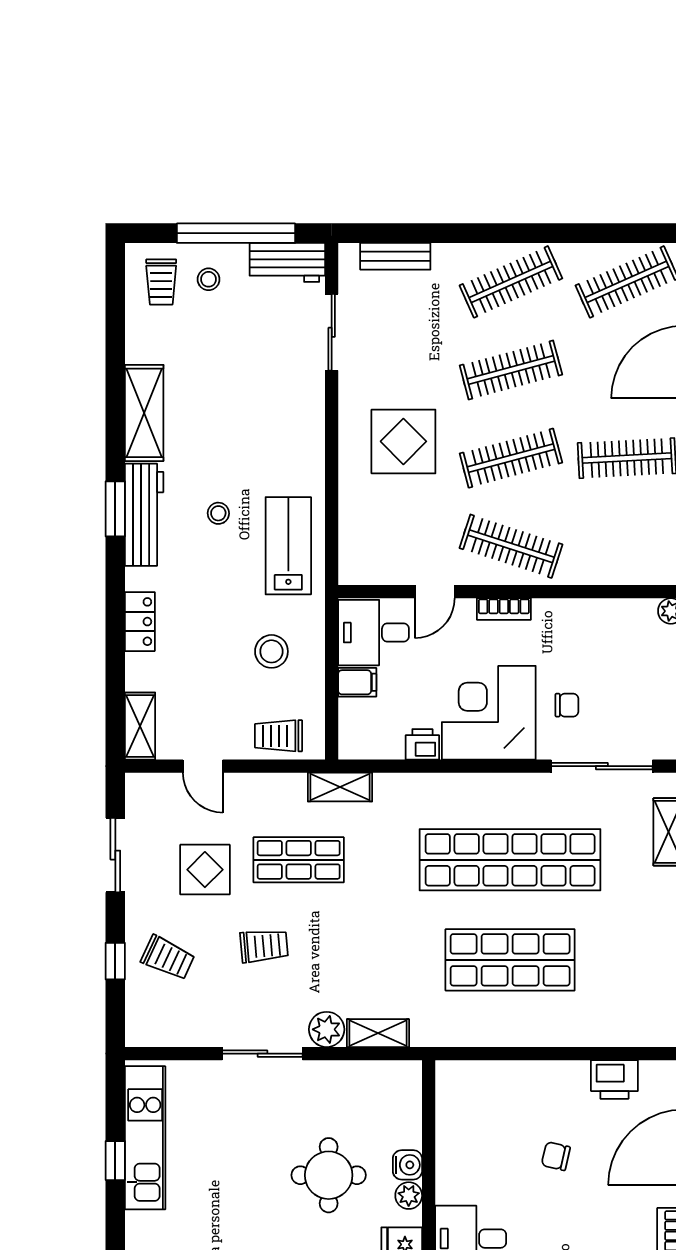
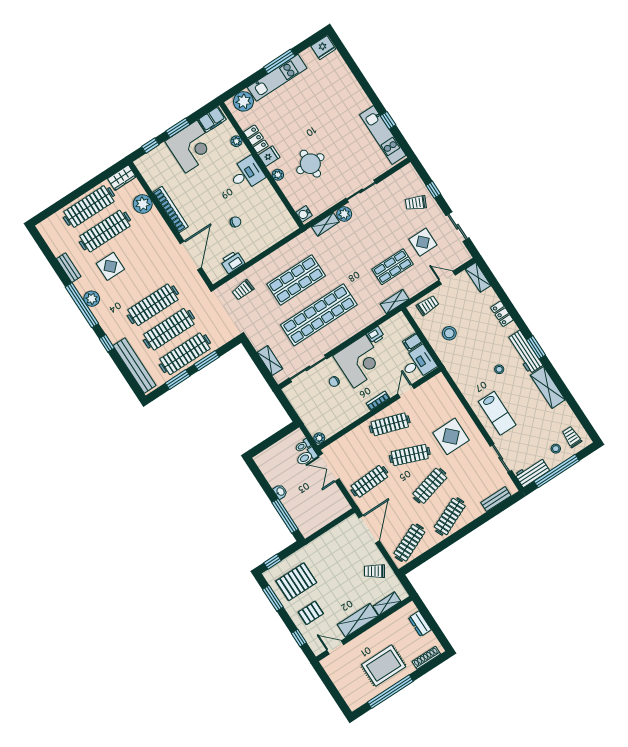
clothes rail: (511, 458) -> (410, 455), turned 36
lab bench: (288, 546) -> (497, 413), moved
trolley: (264, 946) -> (243, 290), moved
water cooler: (407, 1165) -> (304, 214), moved

